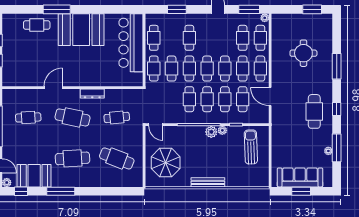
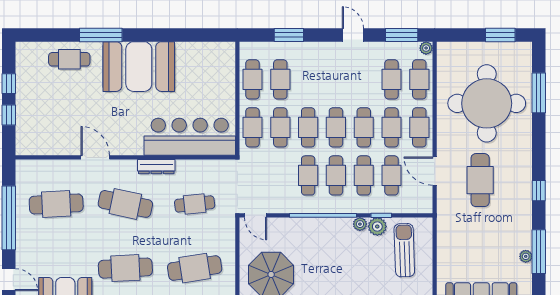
cafe table: (189, 38) -> (280, 79), moved
bar counter: (131, 43) -> (190, 137), moved, turned 90
round table: (303, 53) -> (487, 103), width x1.86, depth x1.86
window: (337, 66) -> (539, 93), moved
door: (53, 88) -> (95, 157), hinge flipped
cafe table: (314, 111) -> (480, 180), moved
cafe table: (28, 117) -> (56, 204), width x1.37, depth x1.35
plant: (211, 132) -> (377, 227), moved
cafe table: (117, 158) -> (195, 268), turned -30

